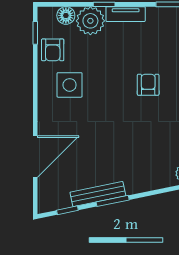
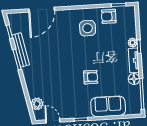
floor lamp: (66, 15) -> (134, 79), moved
plant: (90, 21) -> (133, 43), width x0.53, depth x0.53
door: (35, 157) -> (42, 10), hinge flipped

